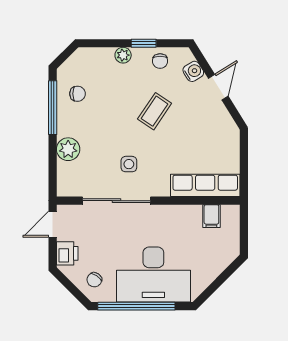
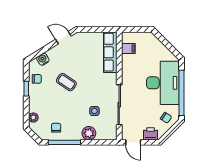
plant: (123, 55) -> (33, 118), moved
door: (218, 87) -> (63, 38), moved
side table: (129, 164) -> (94, 111), moved

